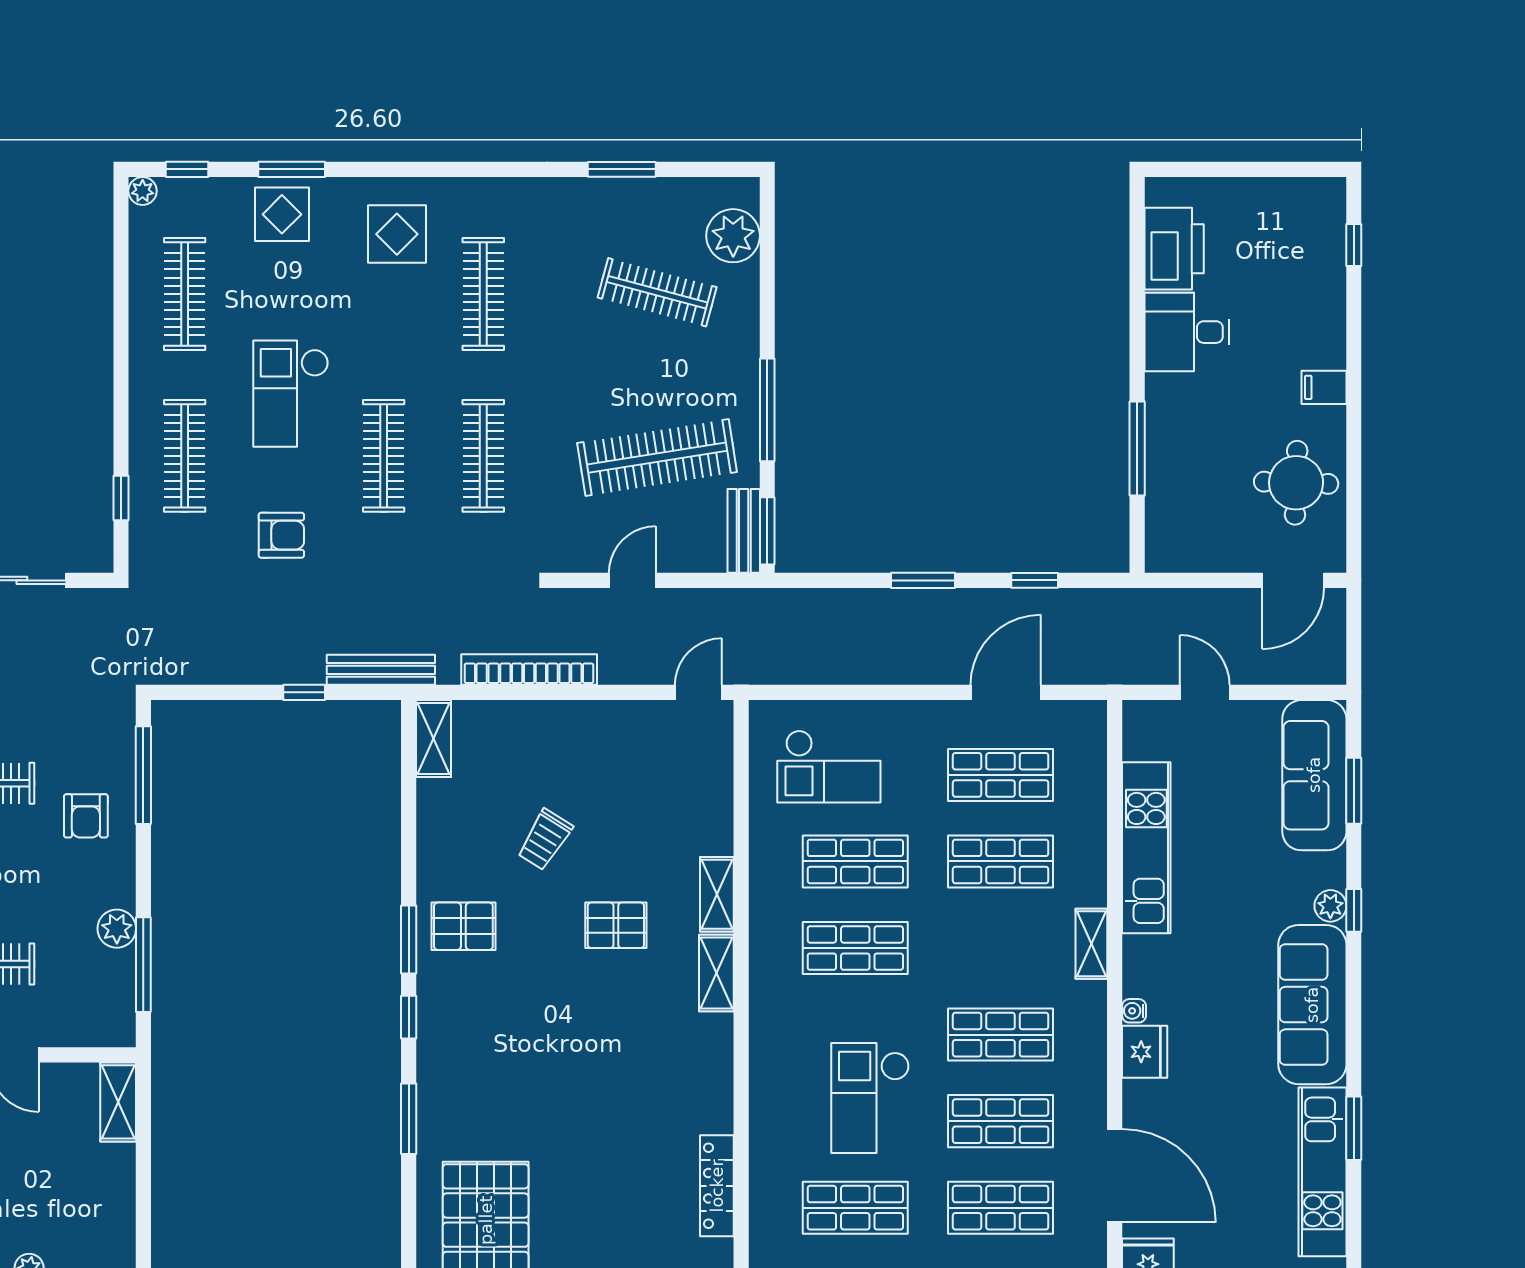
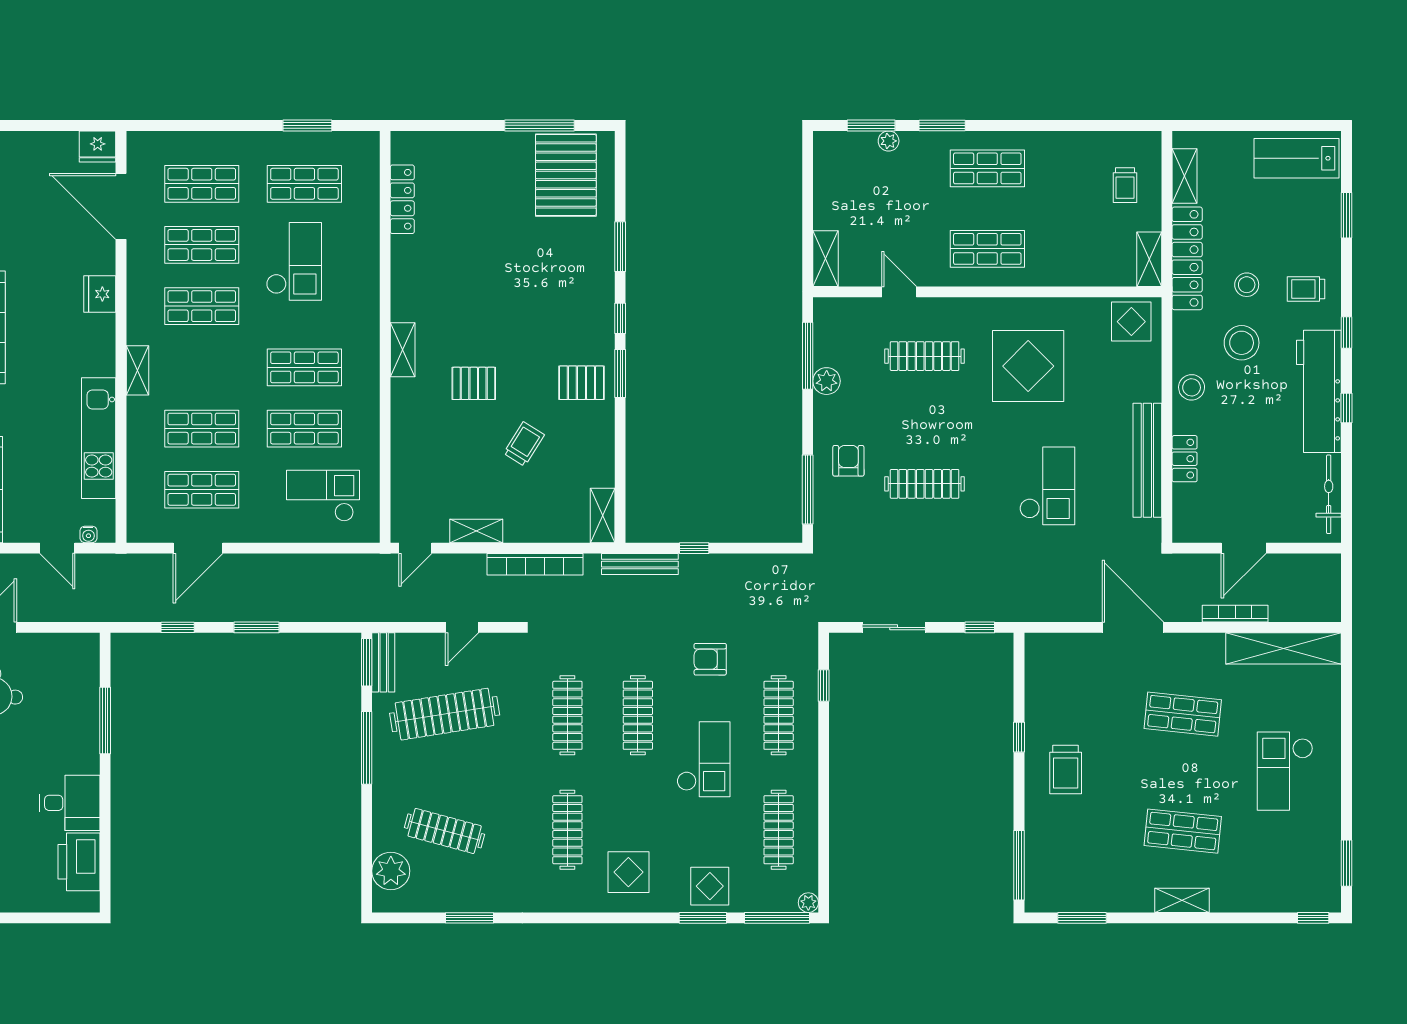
window: (187, 169) -> (777, 918), width x2.17
shelving: (717, 894) -> (476, 531), moved, turned 90
water cooler: (1134, 1011) -> (88, 534), moved, turned 90

